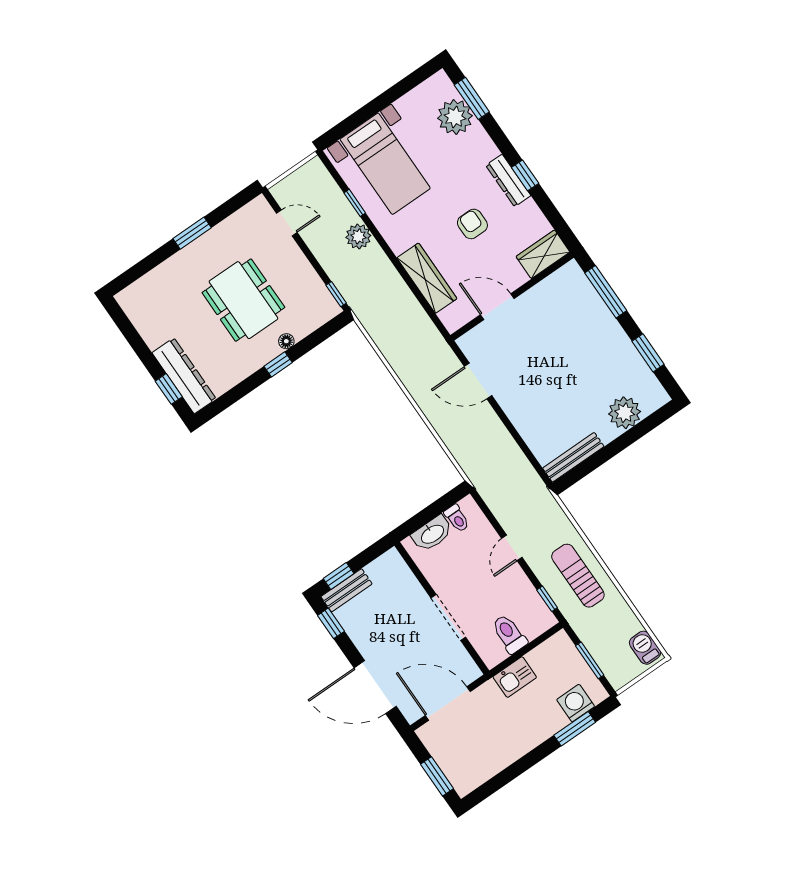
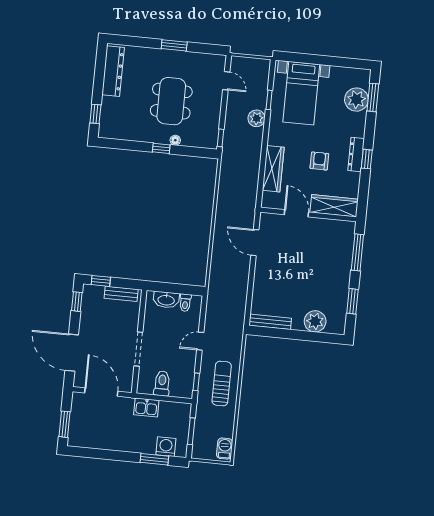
wardrobe: (543, 254) -> (334, 206), width x1.50
dresser: (184, 376) -> (113, 71), moved
bench: (347, 590) -> (121, 294), moved

